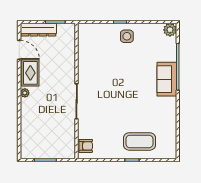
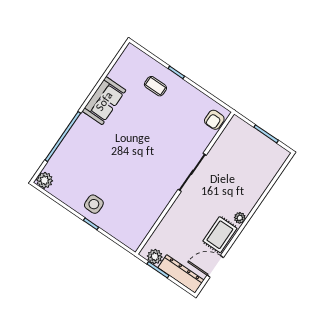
plant: (63, 29) -> (155, 257), added
door: (19, 50) -> (215, 266), hinge flipped
sofa: (167, 79) -> (104, 101), moved
coffee table: (139, 141) -> (155, 86), width x0.54, depth x0.58
armchair: (86, 146) -> (214, 120), turned -90

